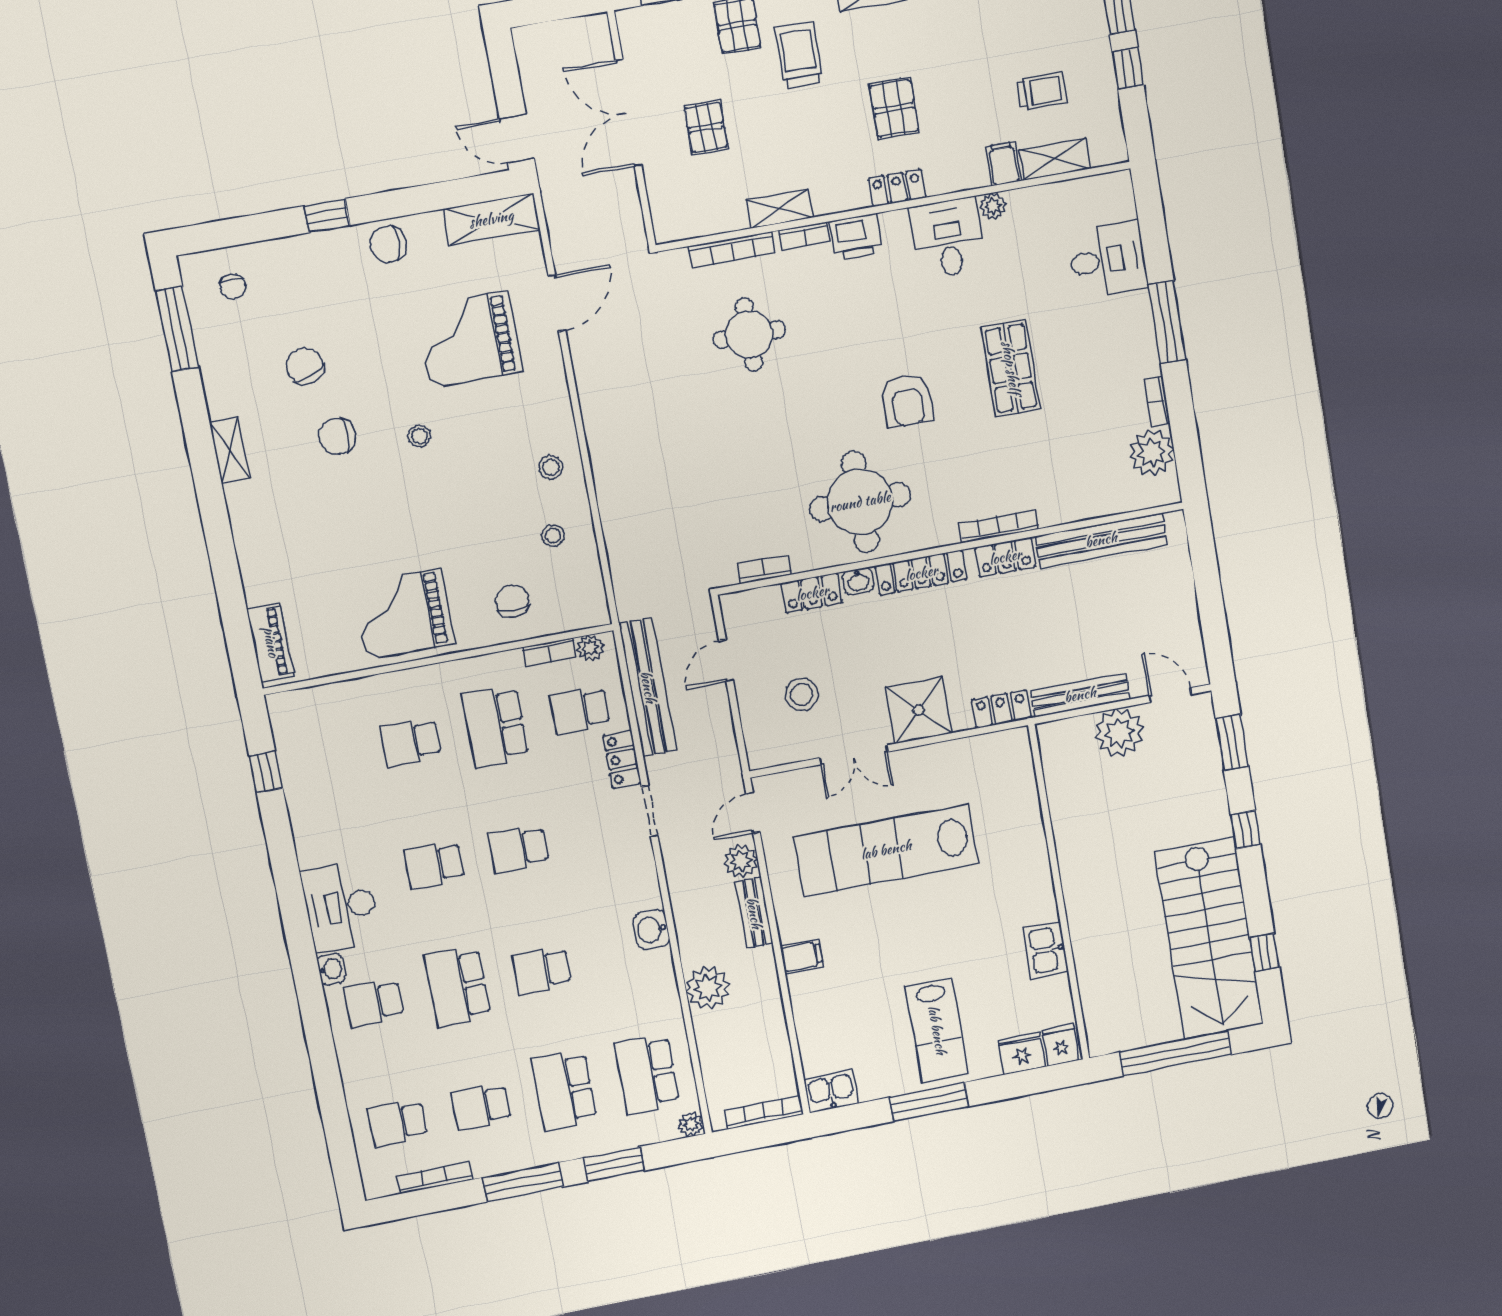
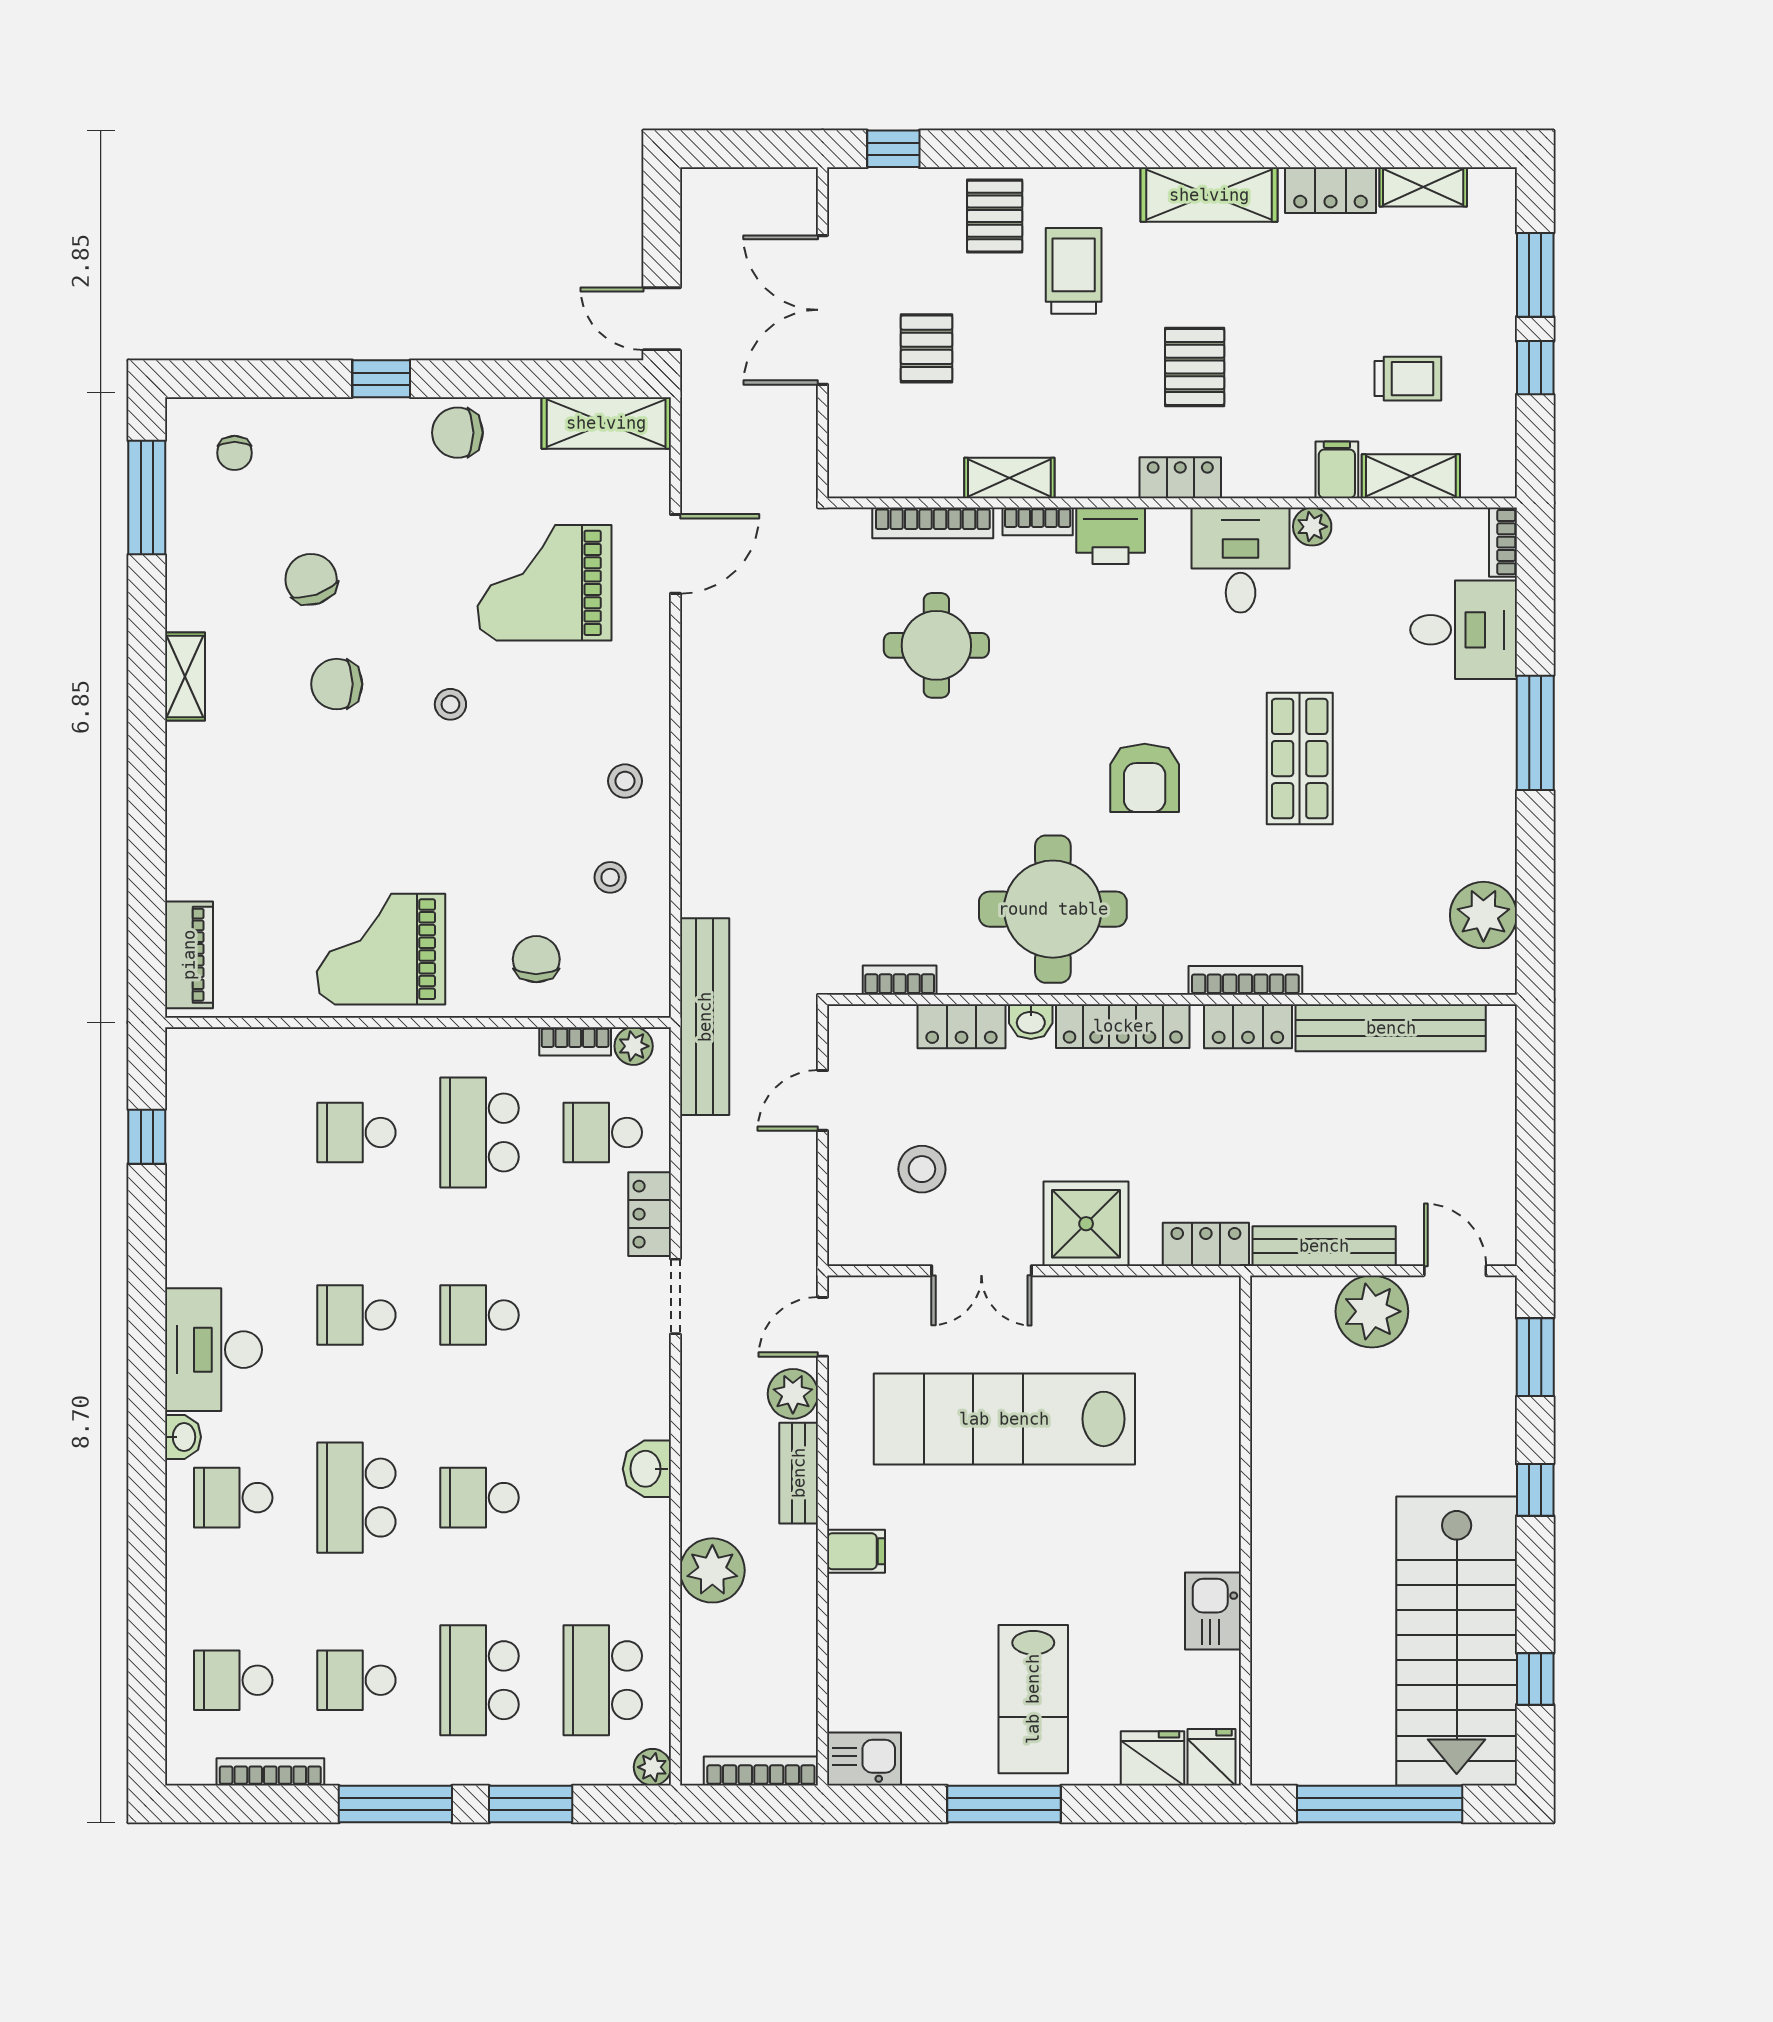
bookcase: (1157, 401) -> (1503, 542), moved
bench: (648, 687) -> (705, 1017), moved

